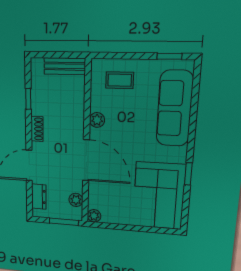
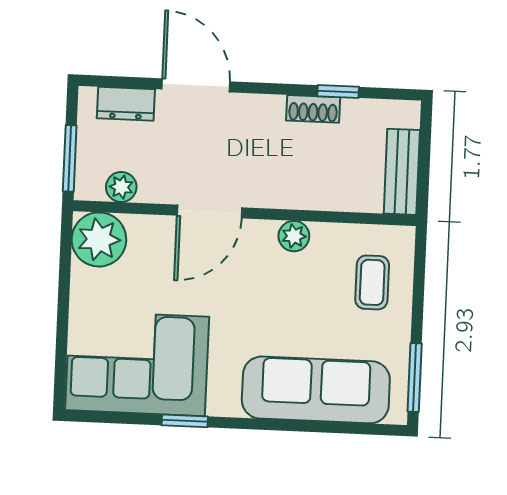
window: (169, 56) -> (415, 378), width x1.50
shoe rack: (37, 129) -> (313, 109), moved
door: (86, 160) -> (209, 212), width x0.73
plant: (94, 216) -> (99, 239), width x1.88, depth x1.88

